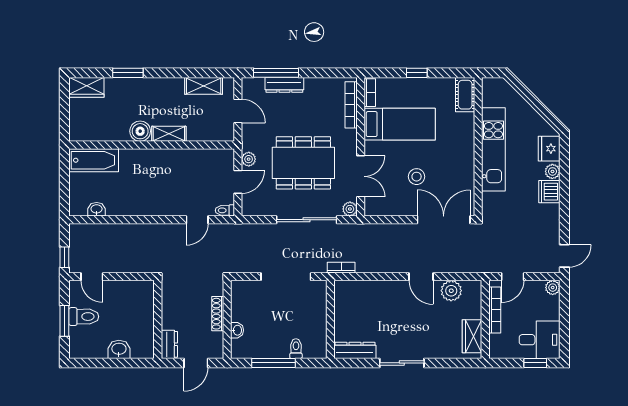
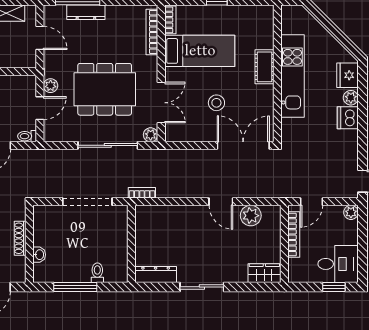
cot: (465, 95) -> (264, 67), moved
wardrobe: (472, 336) -> (264, 273), moved, turned 90

